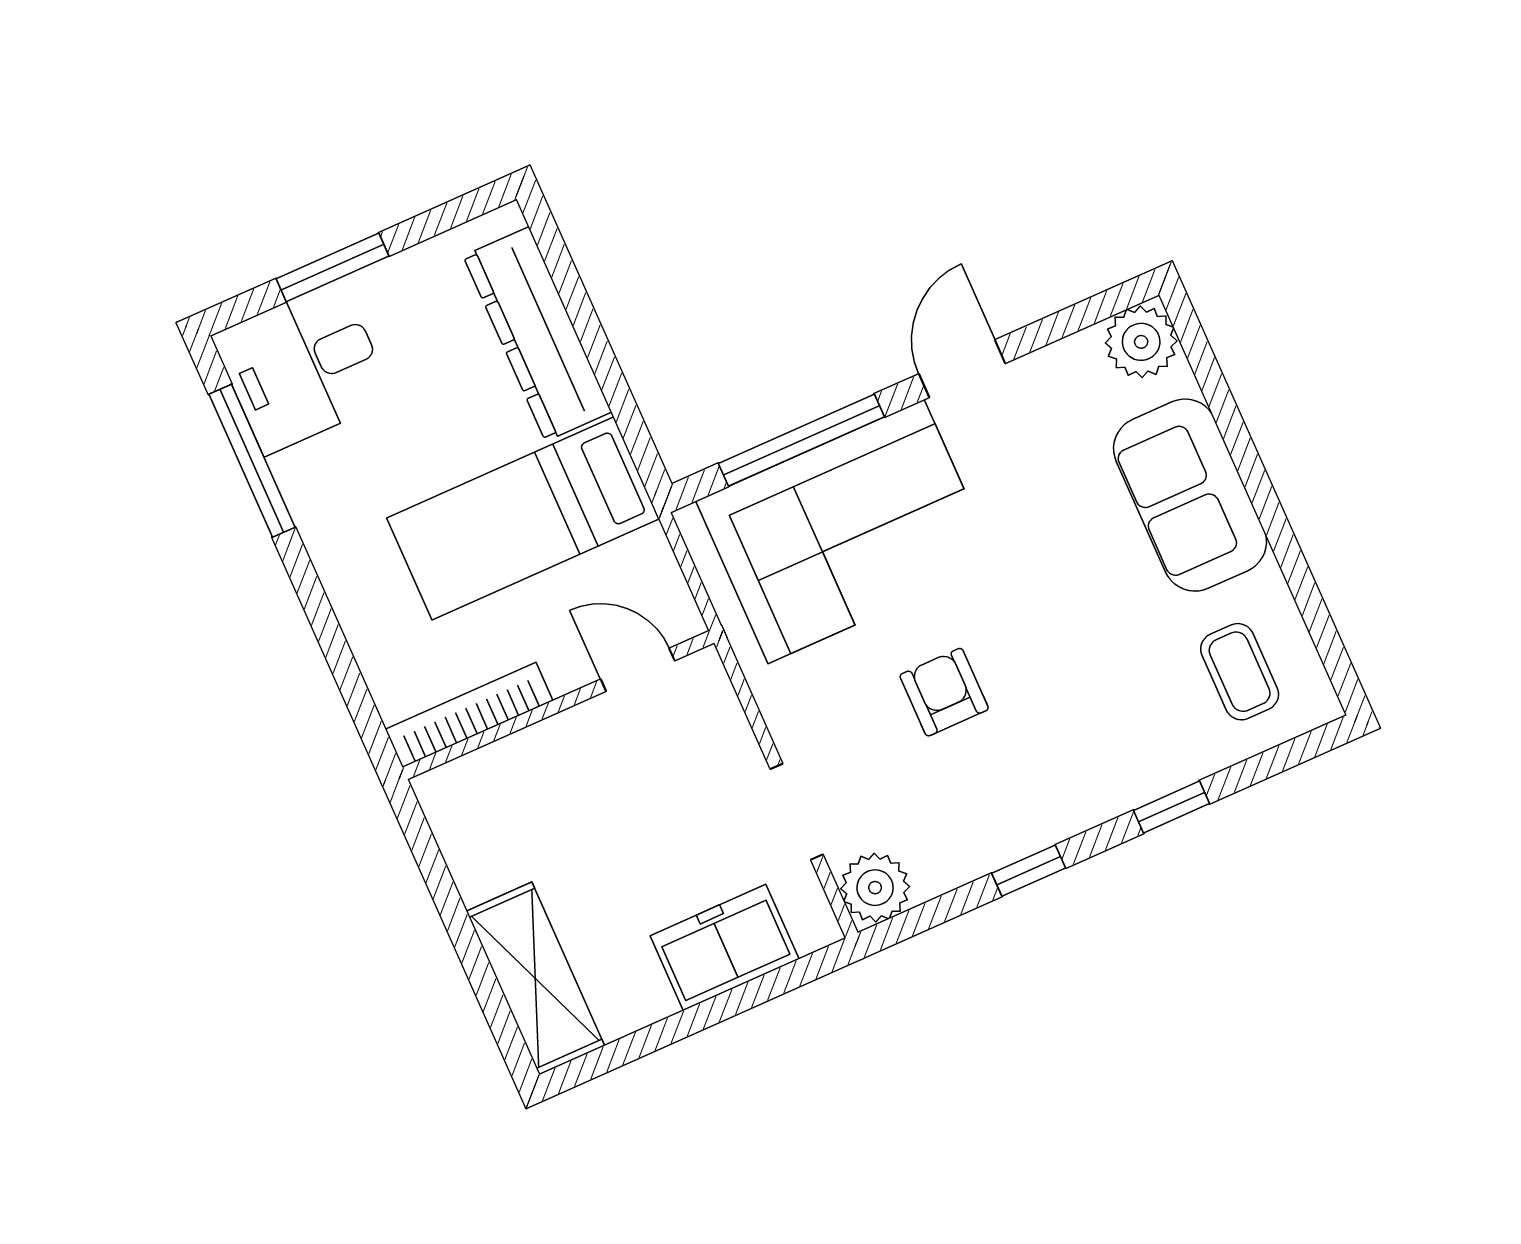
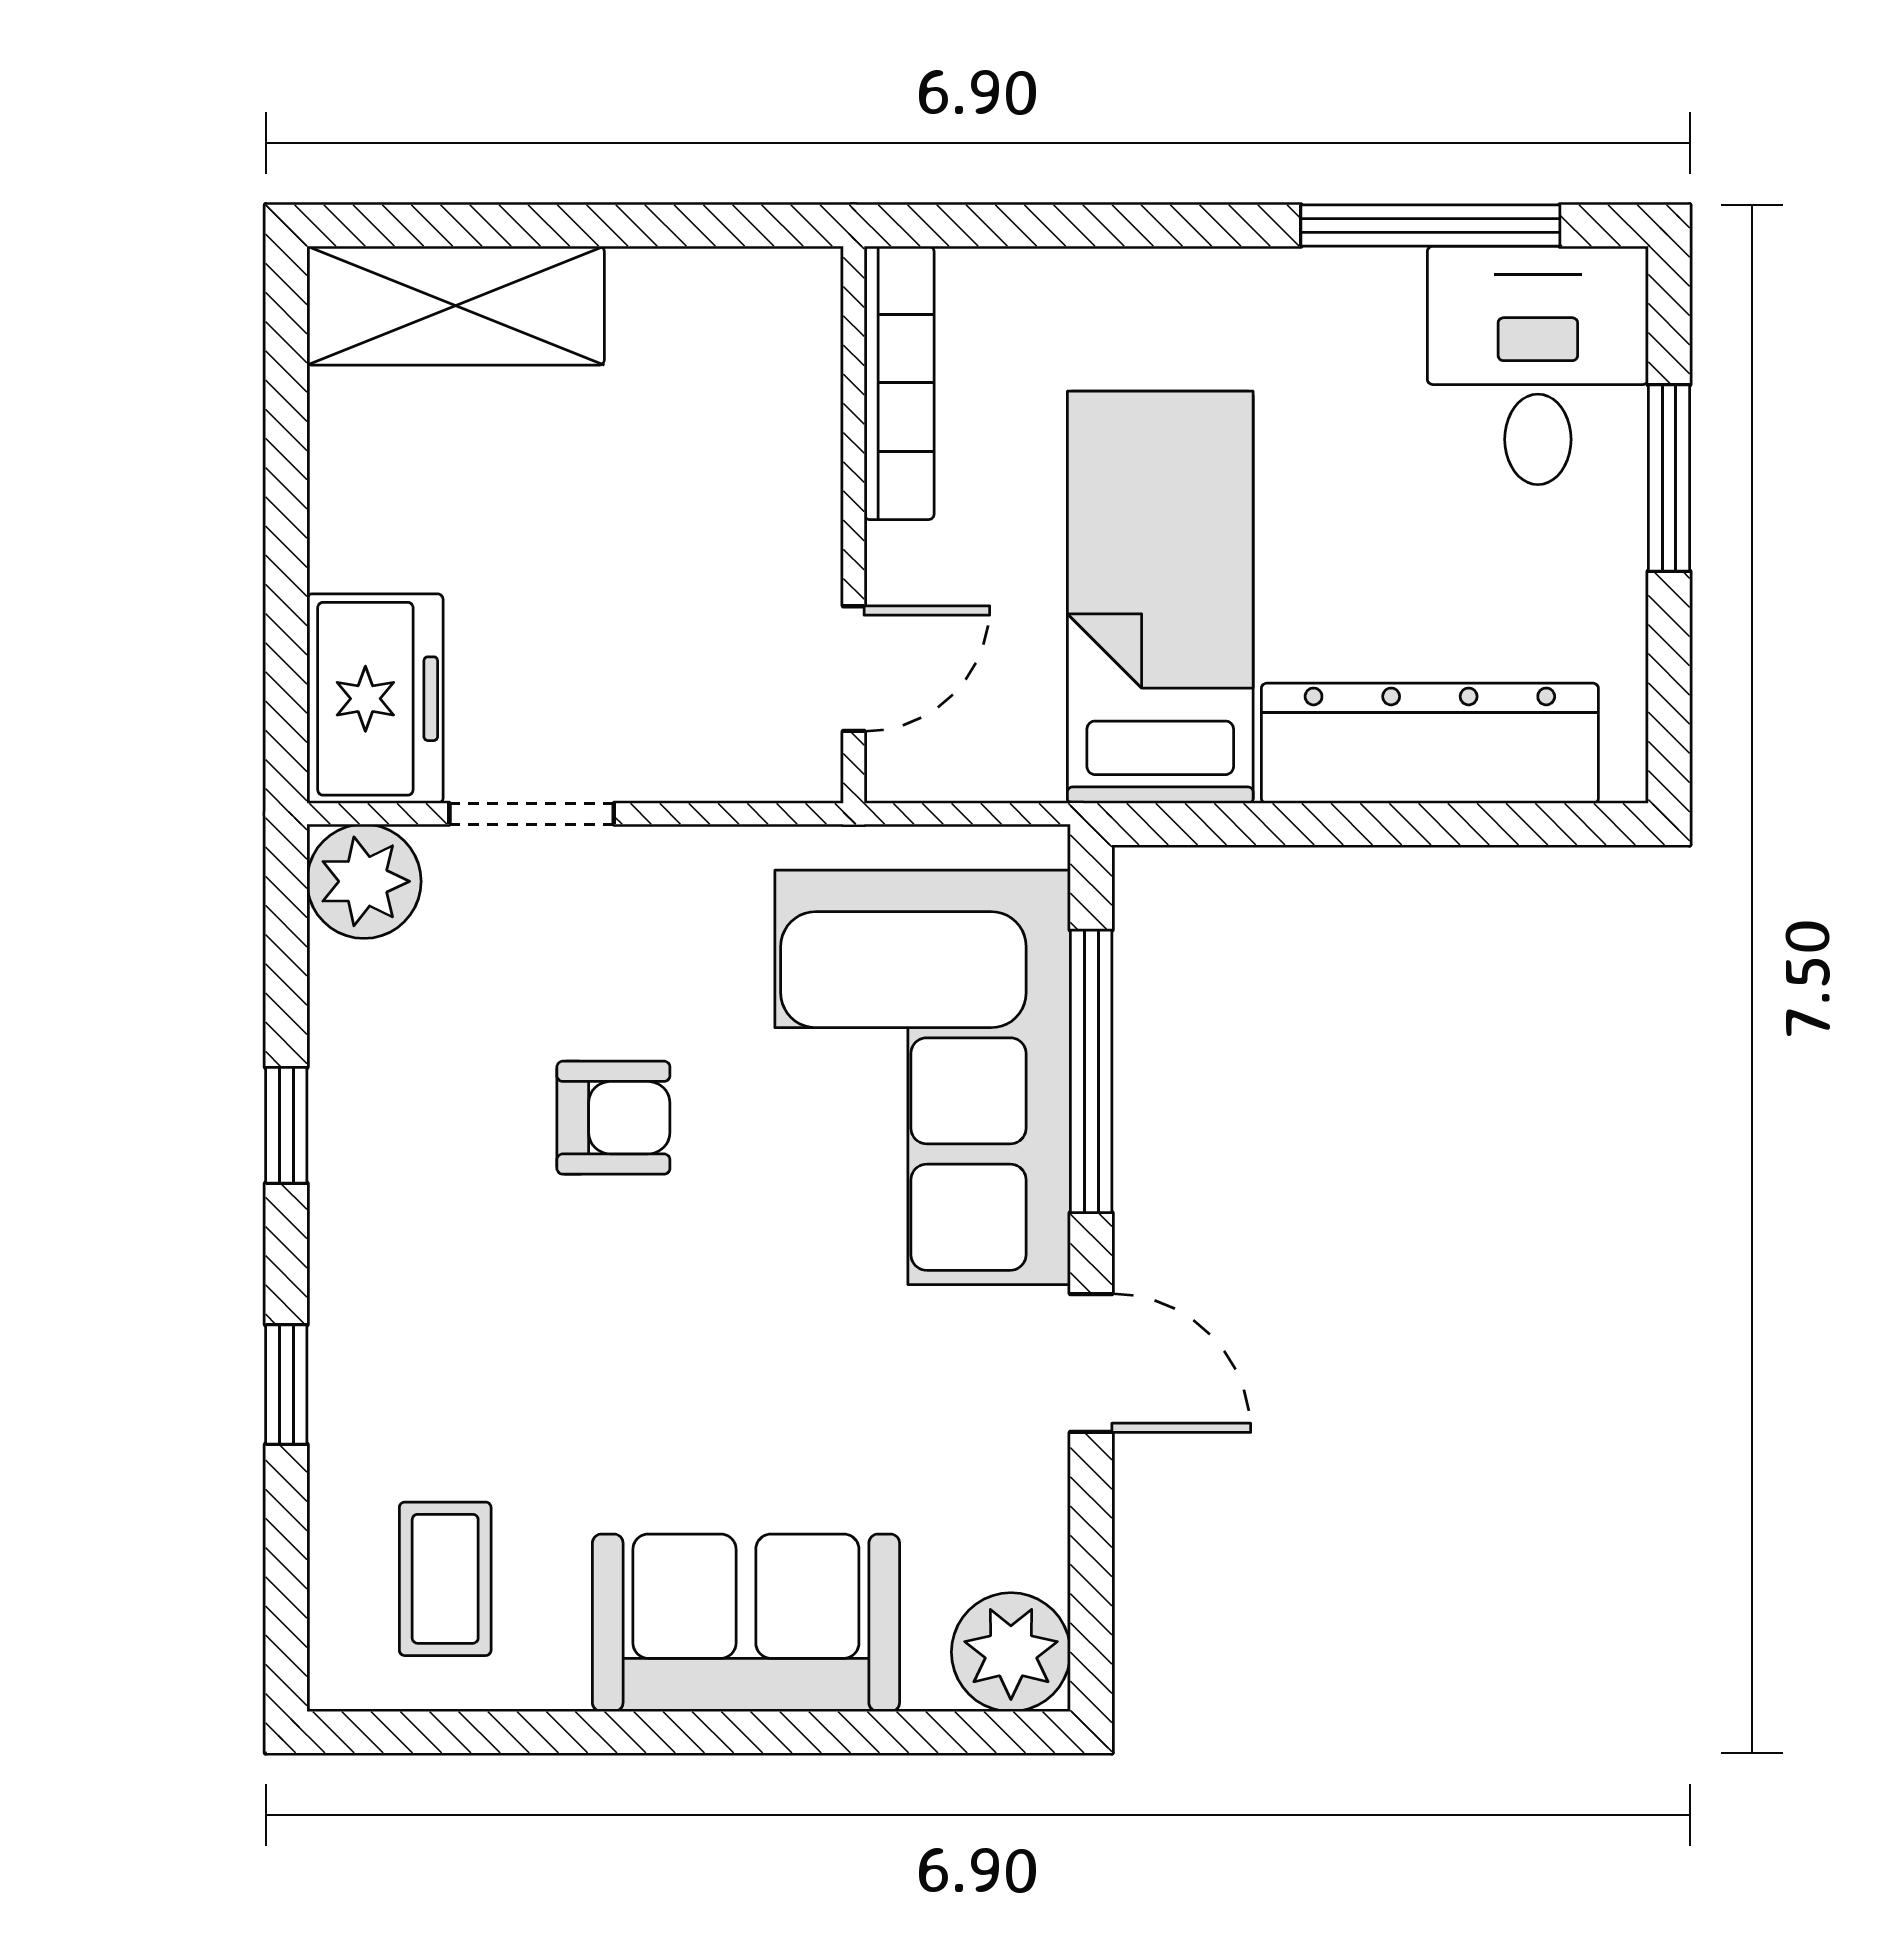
coffee table: (1240, 672) -> (445, 1579), turned 90
freezer: (725, 947) -> (375, 699), moved

